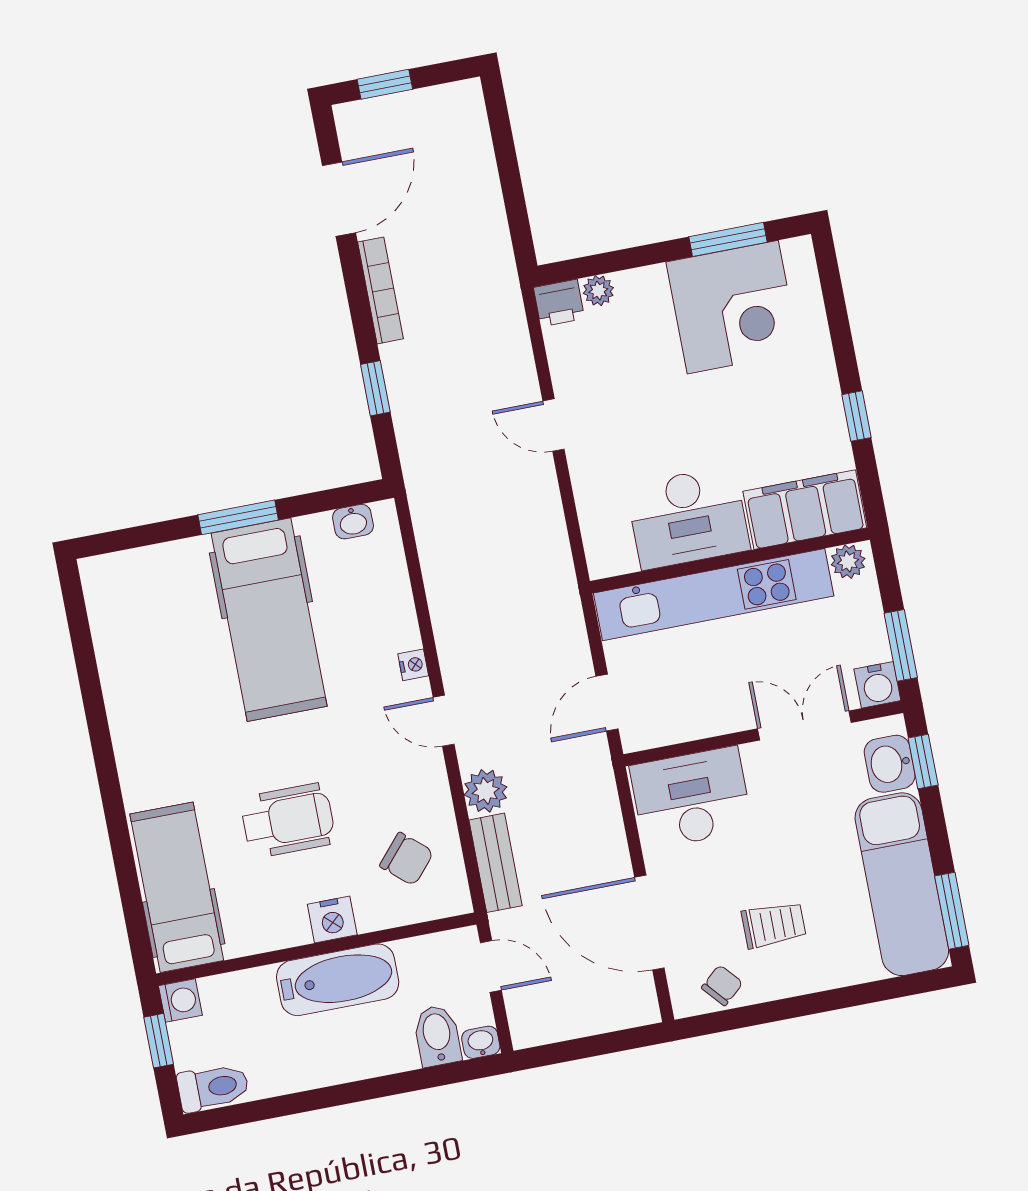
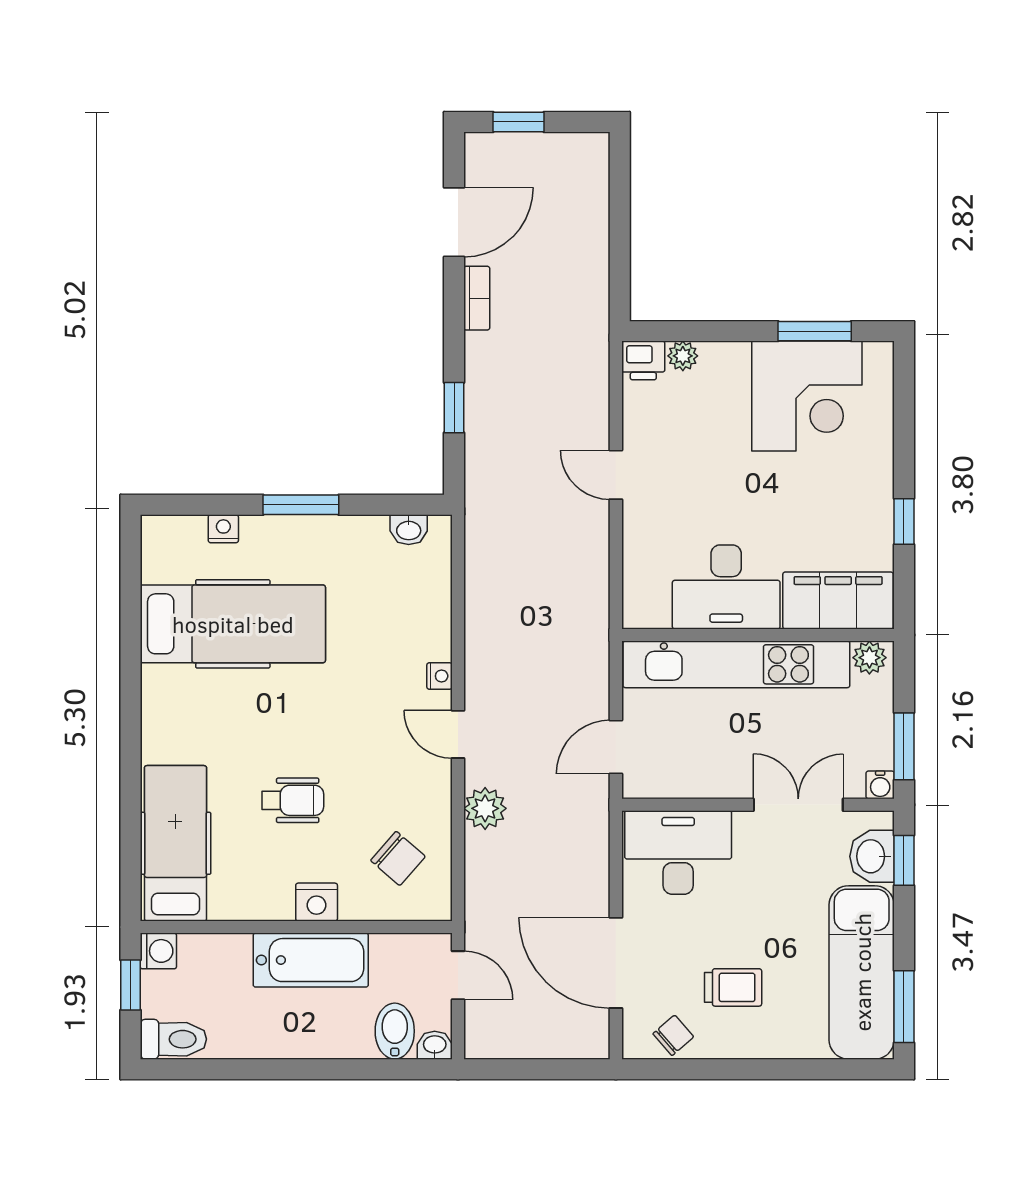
bookcase: (380, 290) -> (477, 298), width x0.64
nightstand: (164, 557) -> (223, 529), added
hospital bed: (269, 620) -> (233, 624), moved, turned -90
water cooler: (877, 685) -> (880, 785), width x0.72, depth x0.72
wheelchair: (288, 820) -> (293, 800), width x0.73, depth x0.73
bench: (496, 863) -> (481, 878), removed

